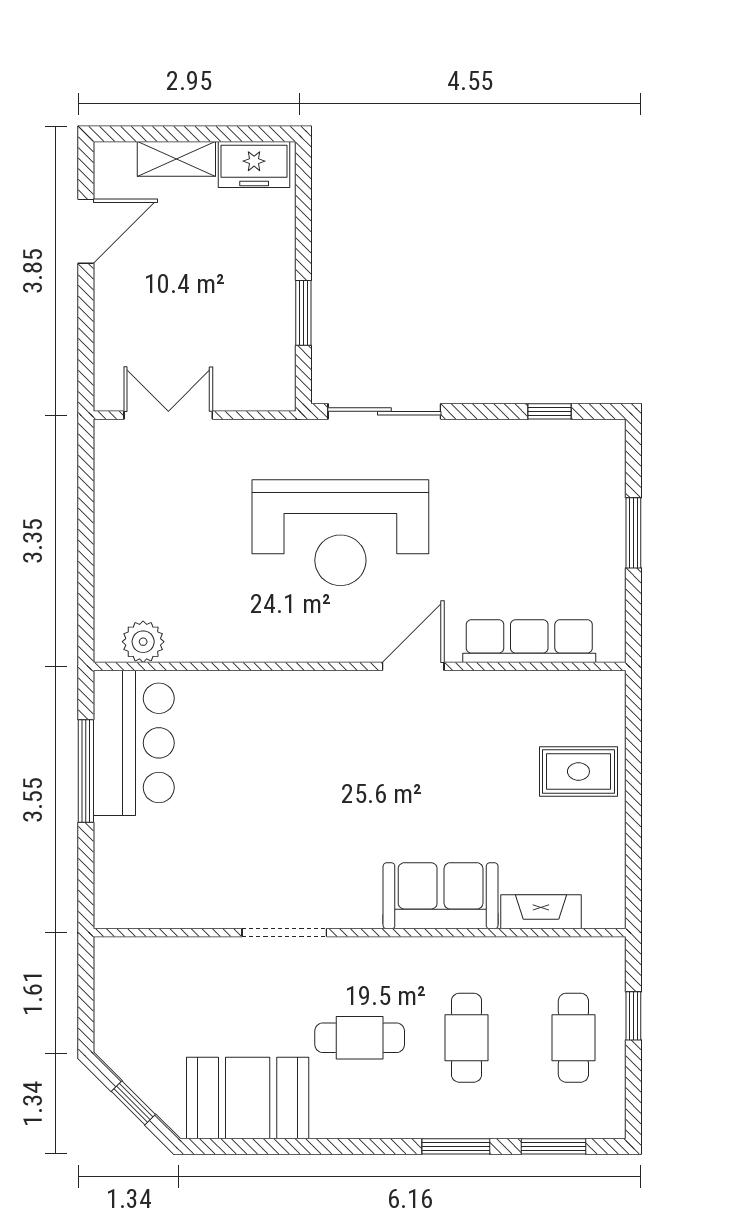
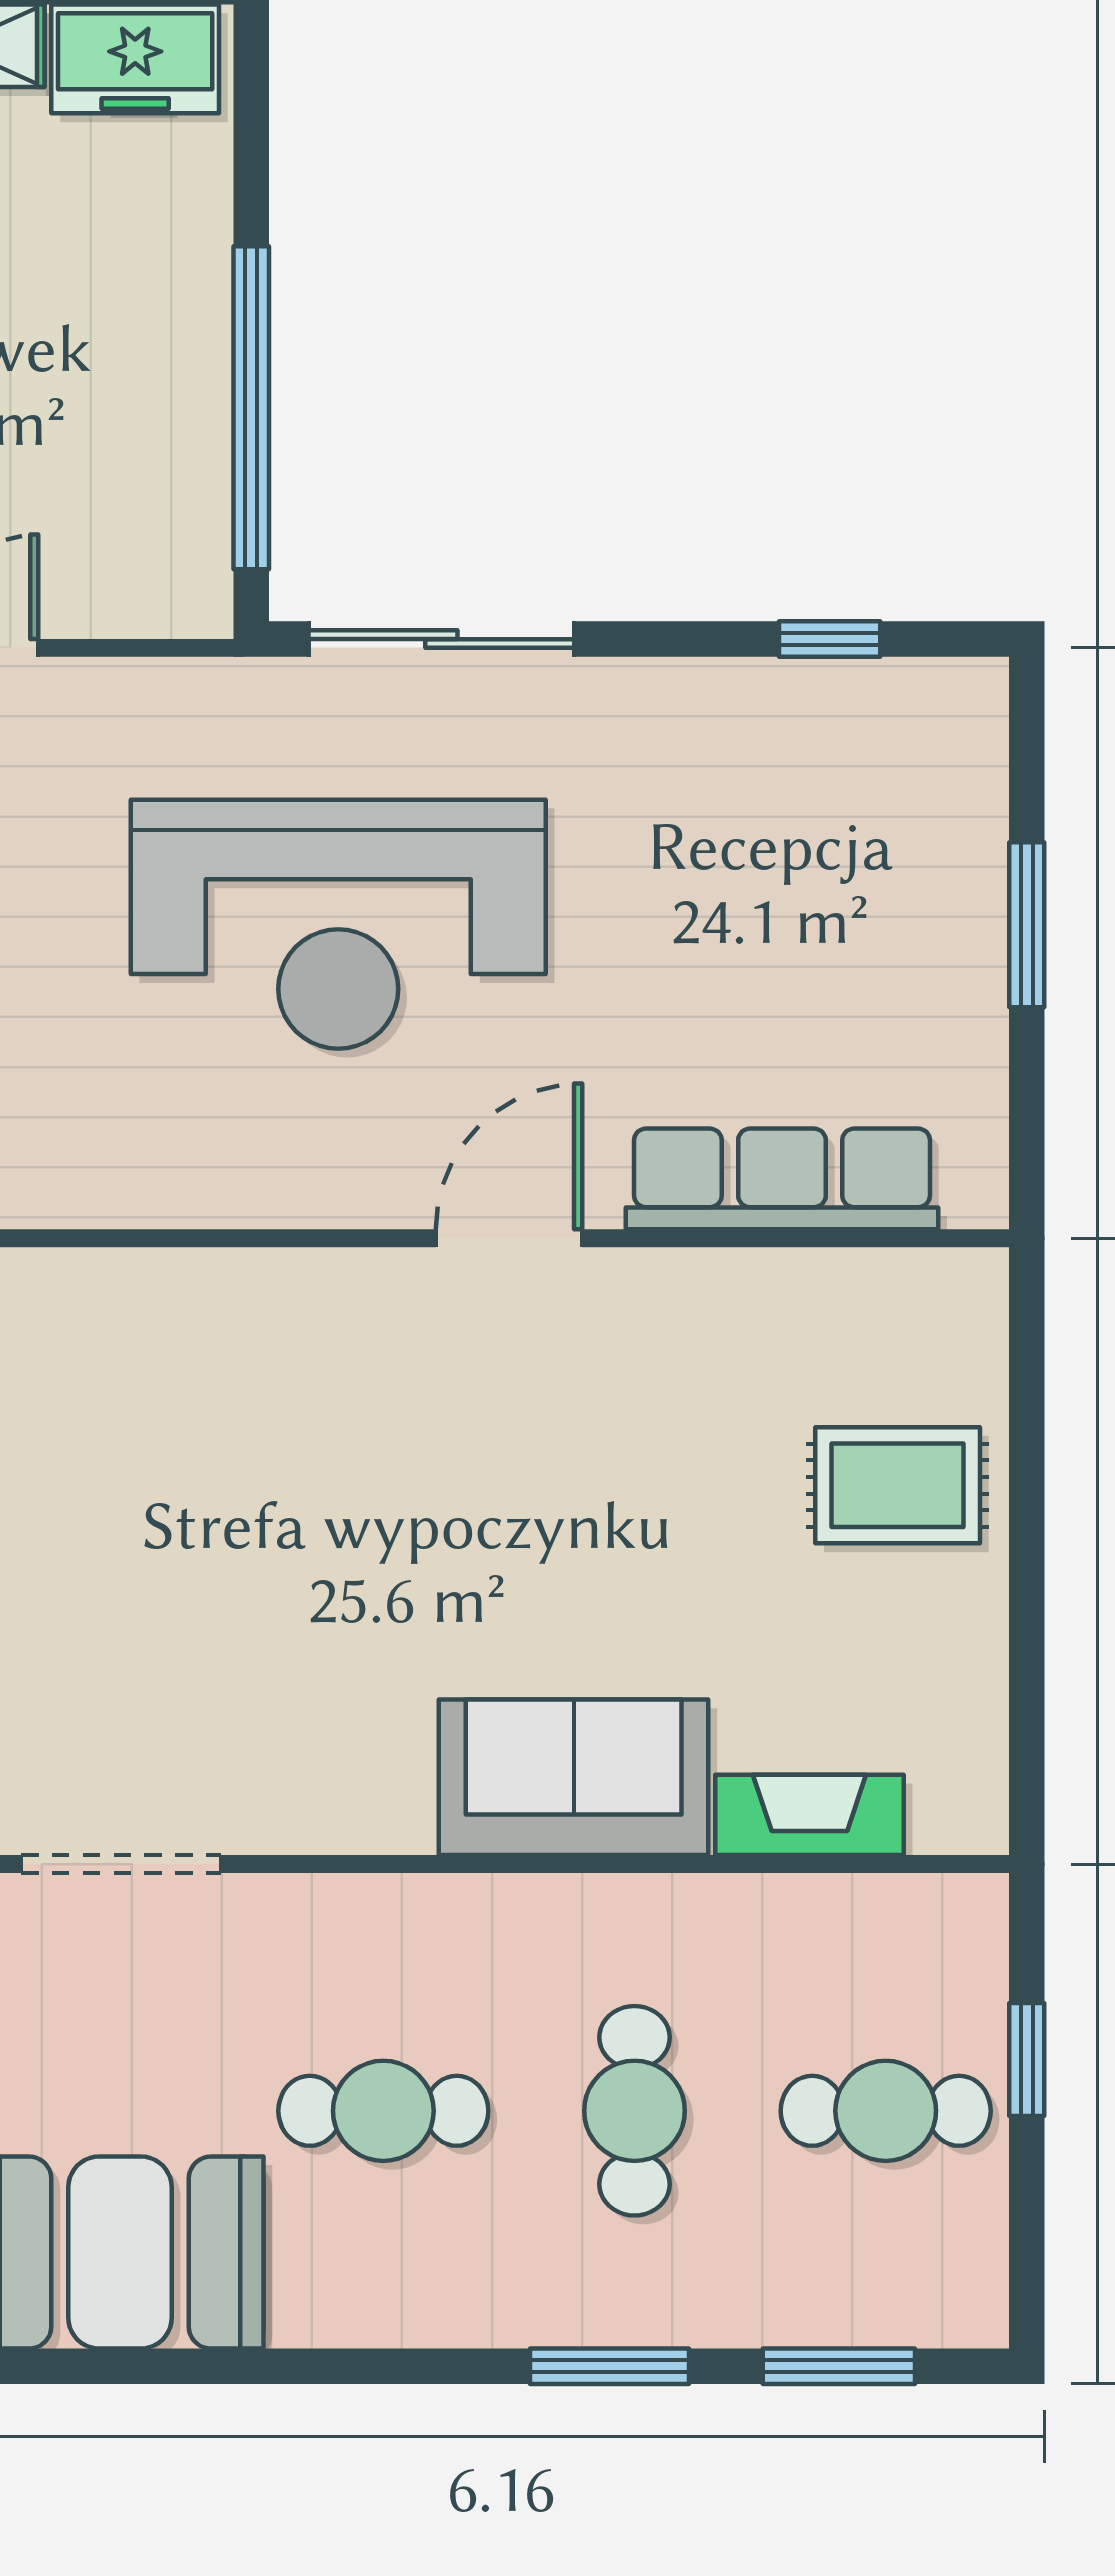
window: (303, 313) -> (251, 408), width x2.11
doorway: (284, 933) -> (121, 1864), moved
cafe table: (573, 1038) -> (886, 2111), turned 90

